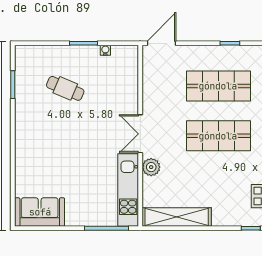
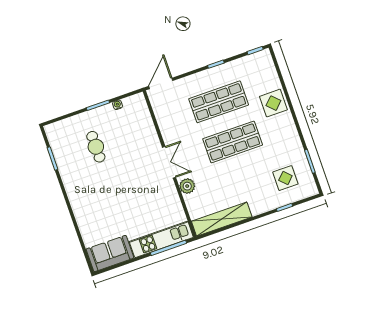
cafe table: (65, 88) -> (96, 147), turned 67
double door: (140, 134) -> (169, 162), swing flipped
kitchen unit: (128, 190) -> (161, 239), moved, turned 90

